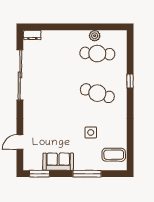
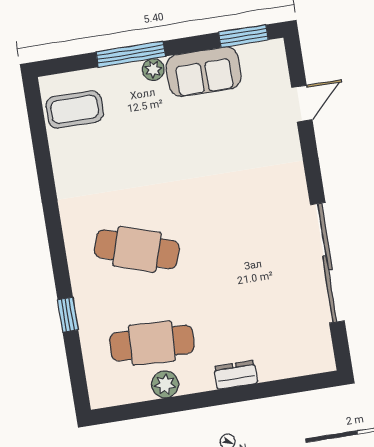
dresser: (32, 35) -> (236, 375), moved
window: (130, 81) -> (68, 315), moved
side table: (91, 132) -> (138, 153), removed
plant: (79, 166) -> (153, 69), added

